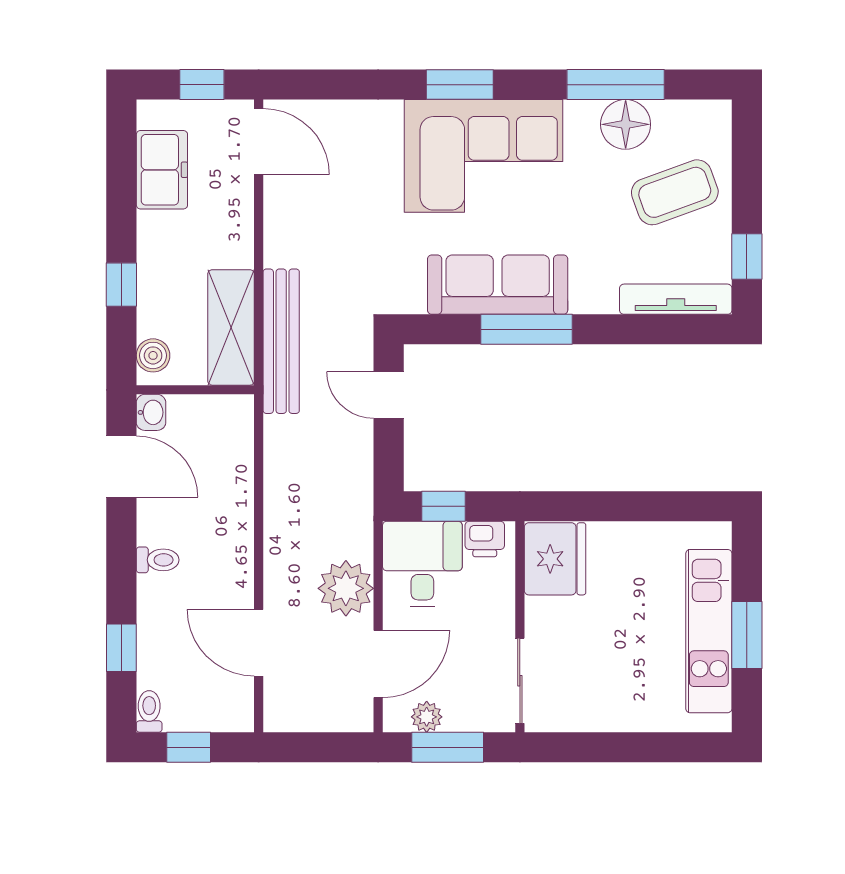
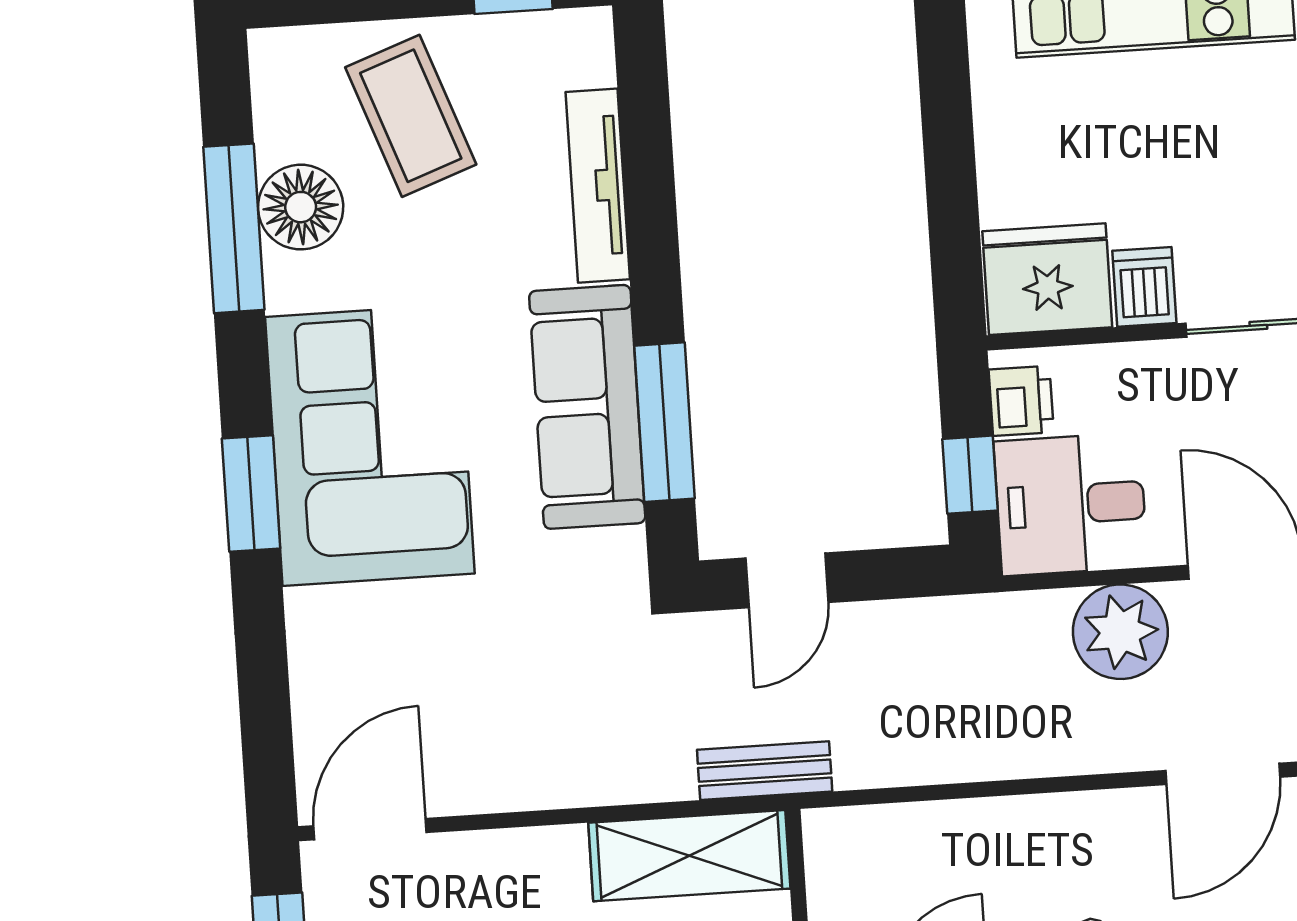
tv unit: (676, 299) -> (598, 186), moved
window: (526, 329) -> (665, 422), moved
bench: (281, 341) -> (765, 771), width x0.54, depth x0.82
dishwasher: (547, 615) -> (1144, 287), added

